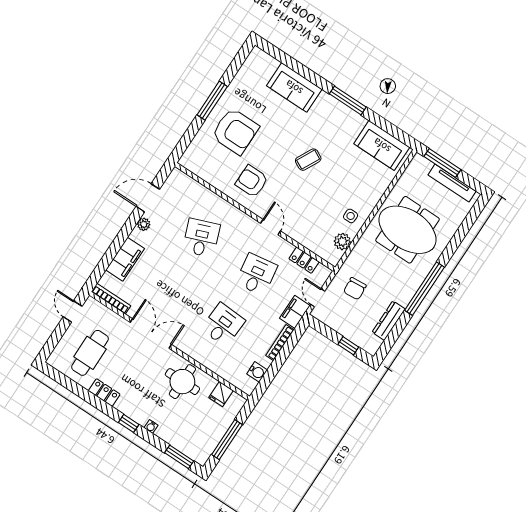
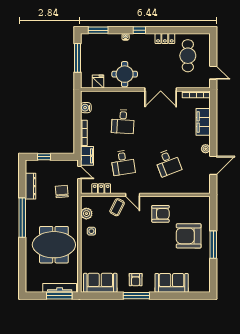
armchair: (336, 121) -> (136, 280), added
coffee table: (308, 160) -> (117, 207), moved
tv unit: (452, 183) -> (60, 288), moved

